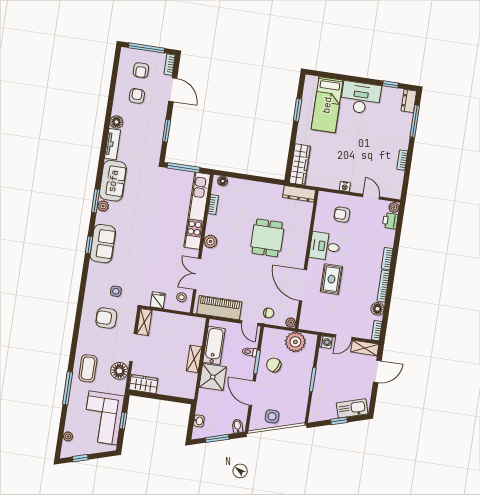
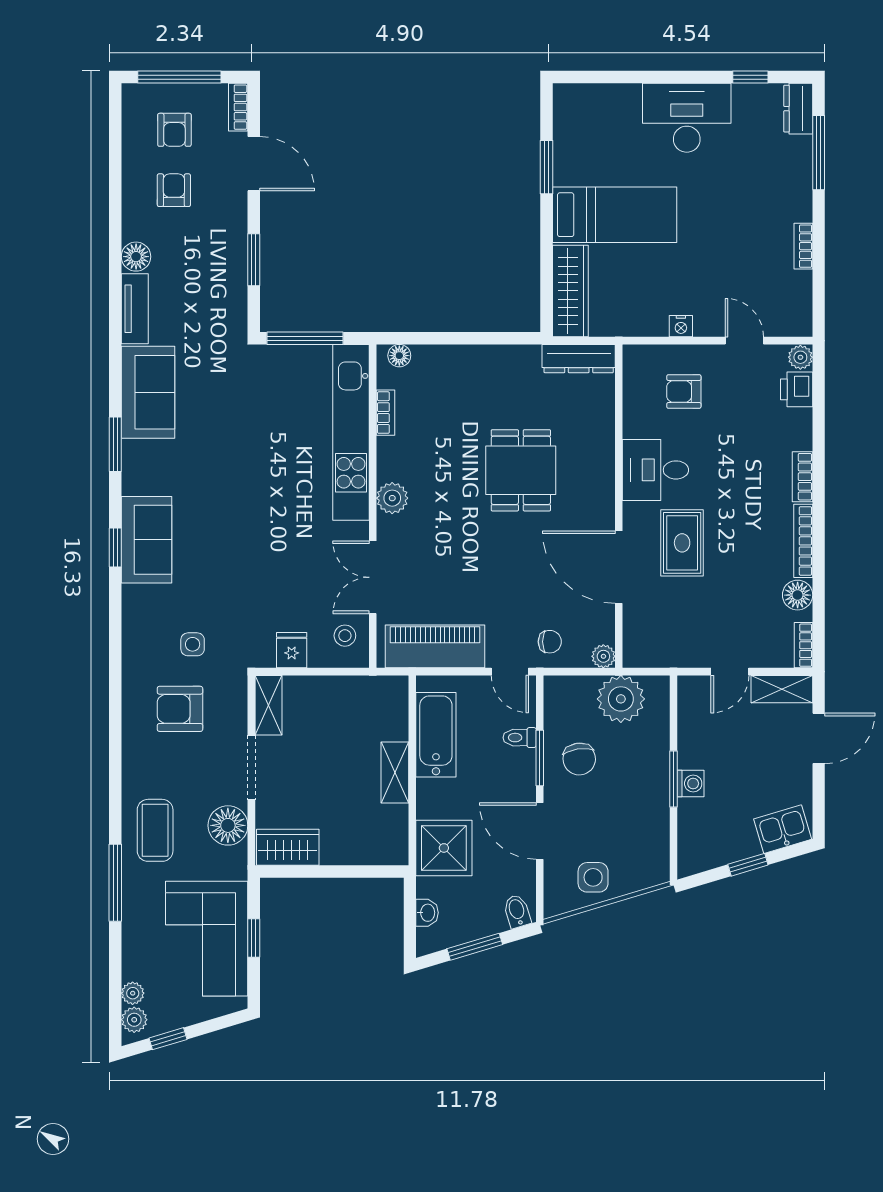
bed: (327, 105) -> (615, 215), moved, turned -90
plant: (103, 206) -> (134, 1020), moved
washing machine: (326, 342) -> (690, 783), moved
chair: (274, 365) -> (579, 759), turned -124
shower: (213, 377) -> (444, 848), moved
kitchen sink: (352, 408) -> (783, 829), width x0.73

